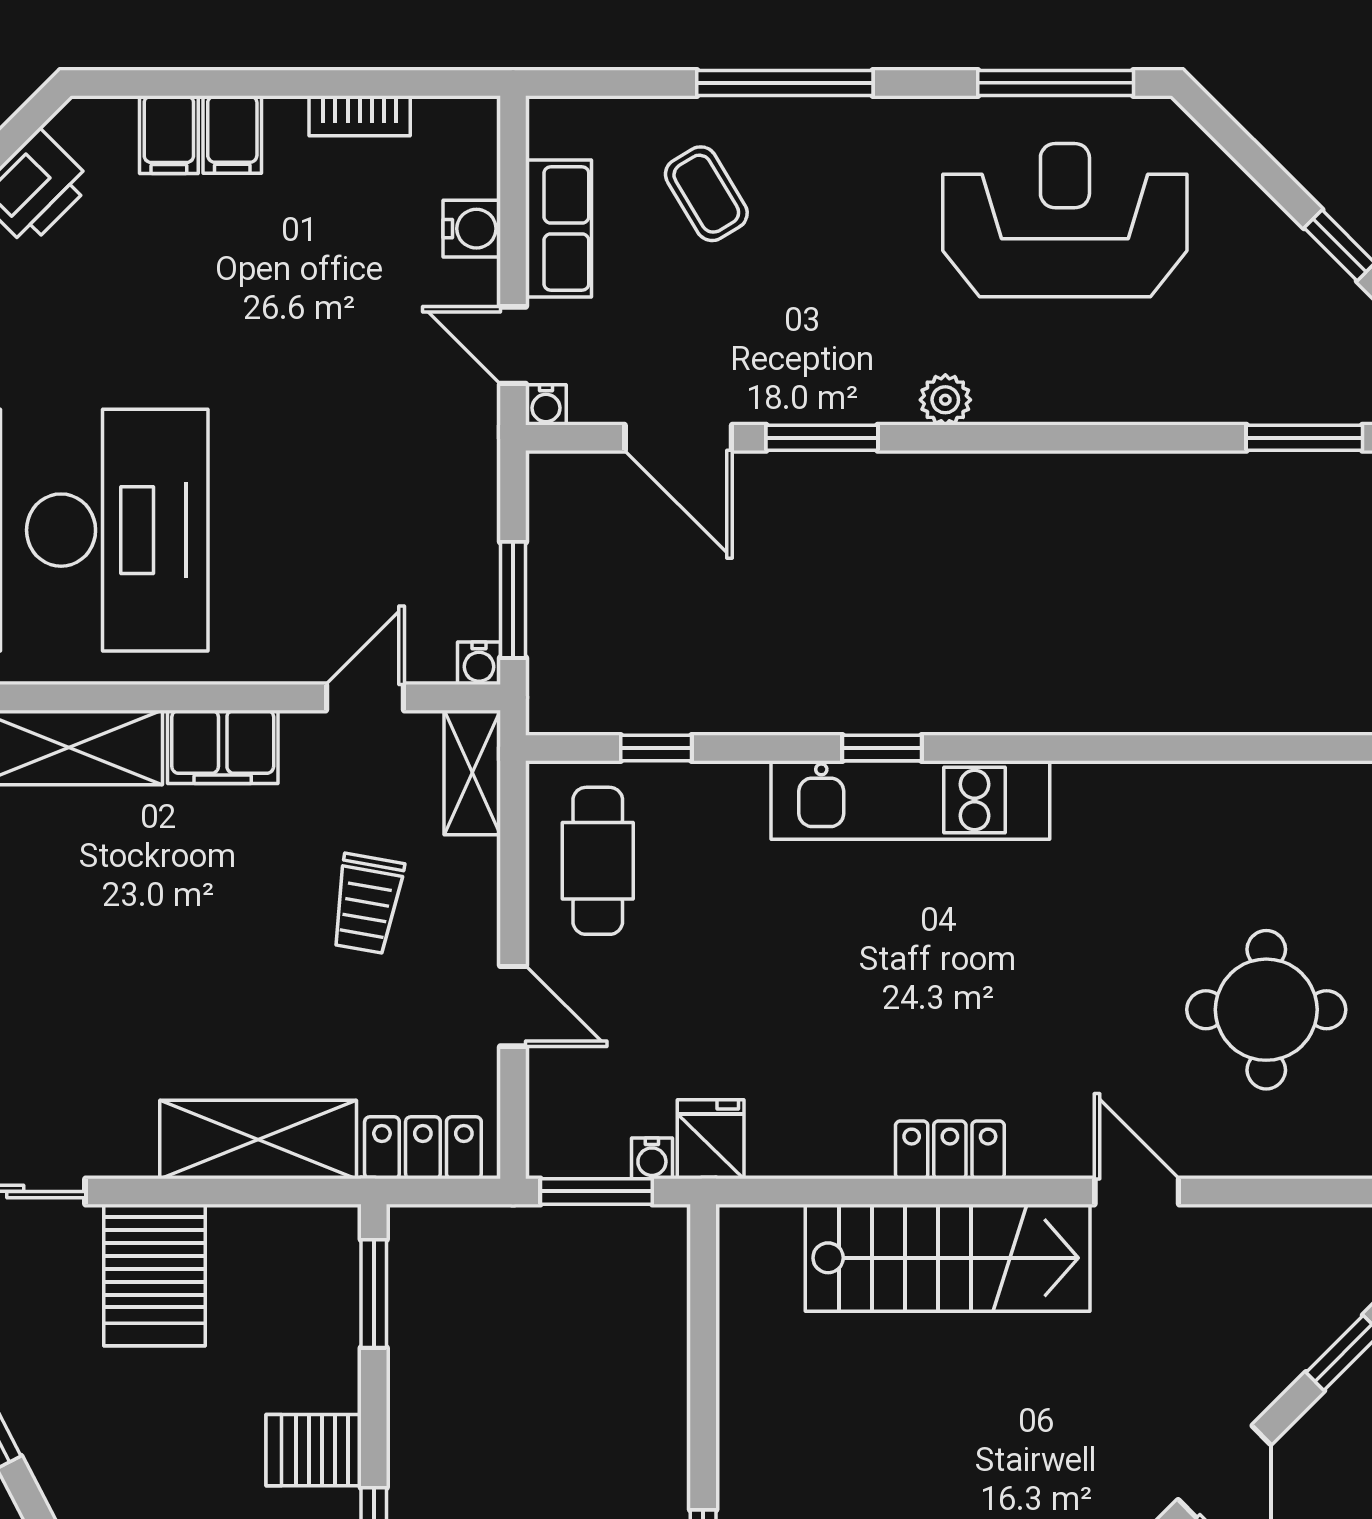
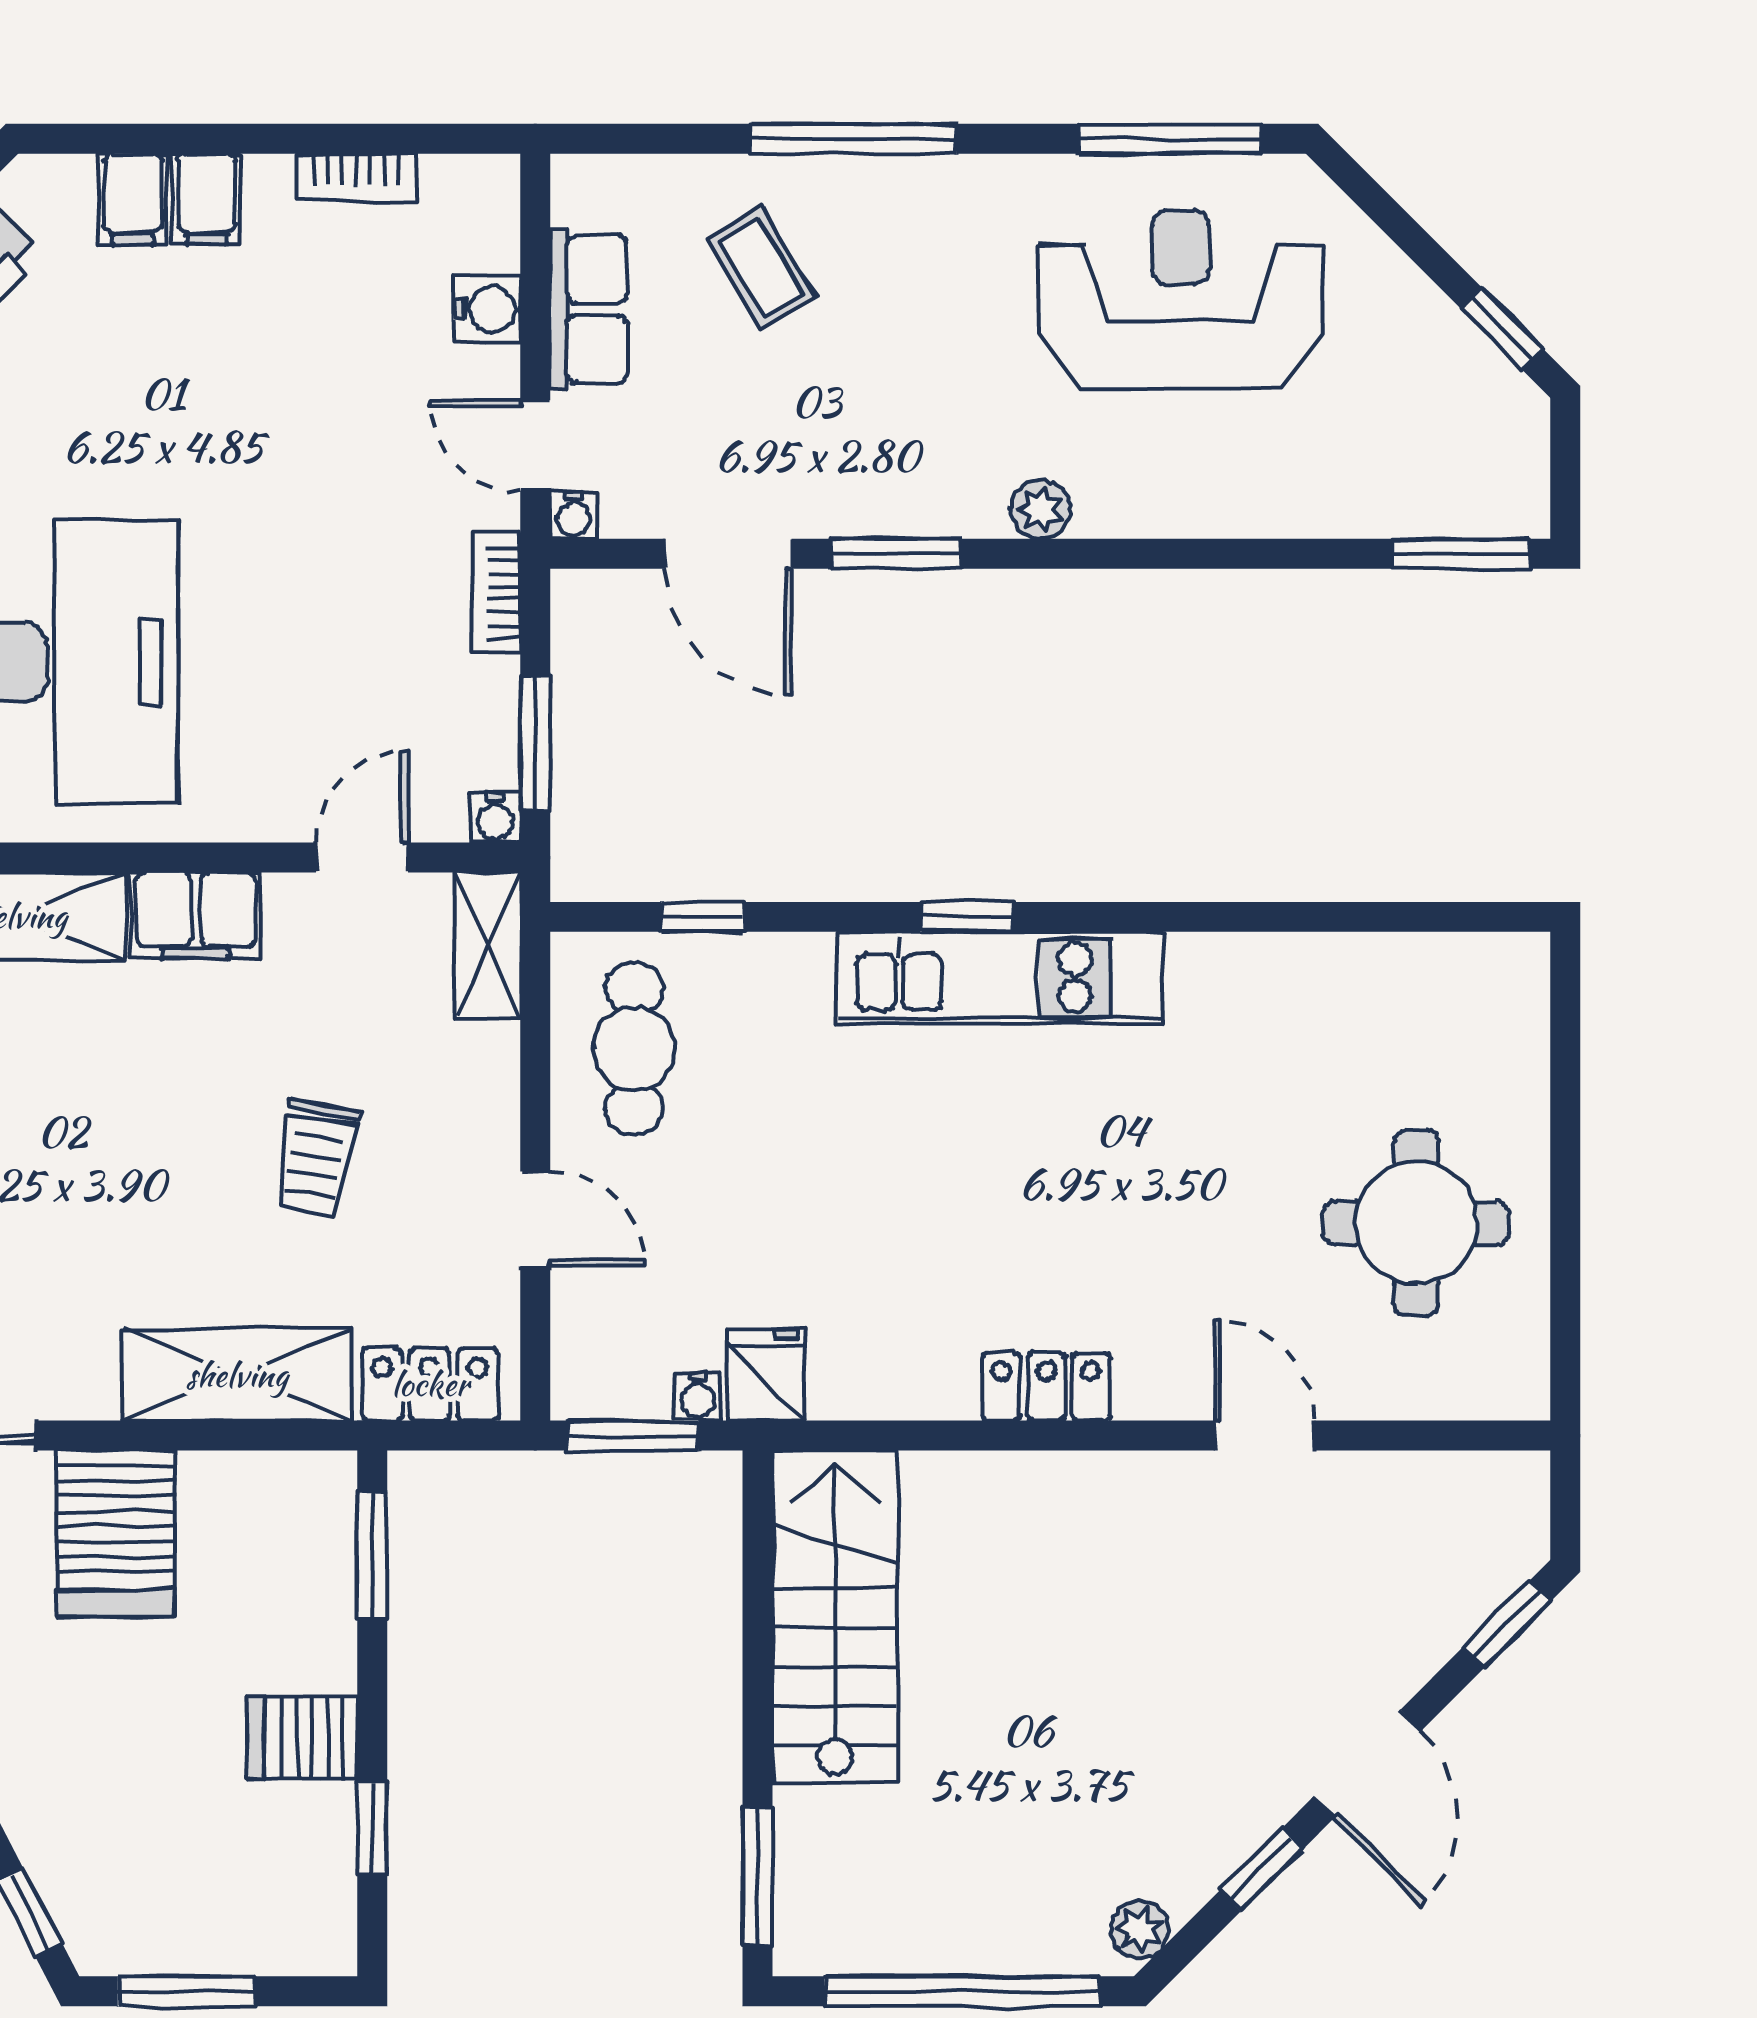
bookcase: (480, 471) -> (496, 593), added
trolley: (367, 904) -> (316, 1158), moved
stairs: (948, 1258) -> (835, 1617), moved, turned -90

